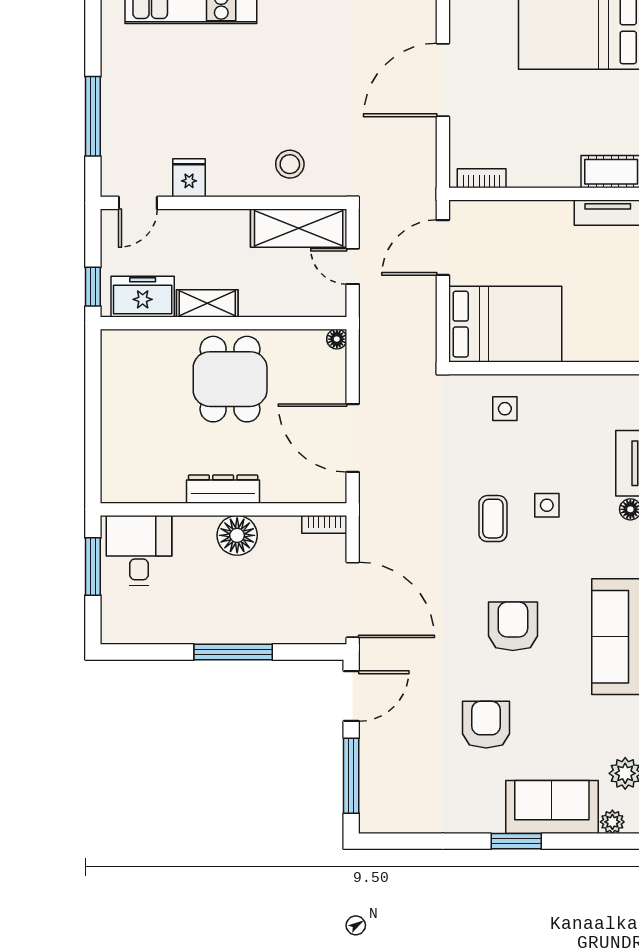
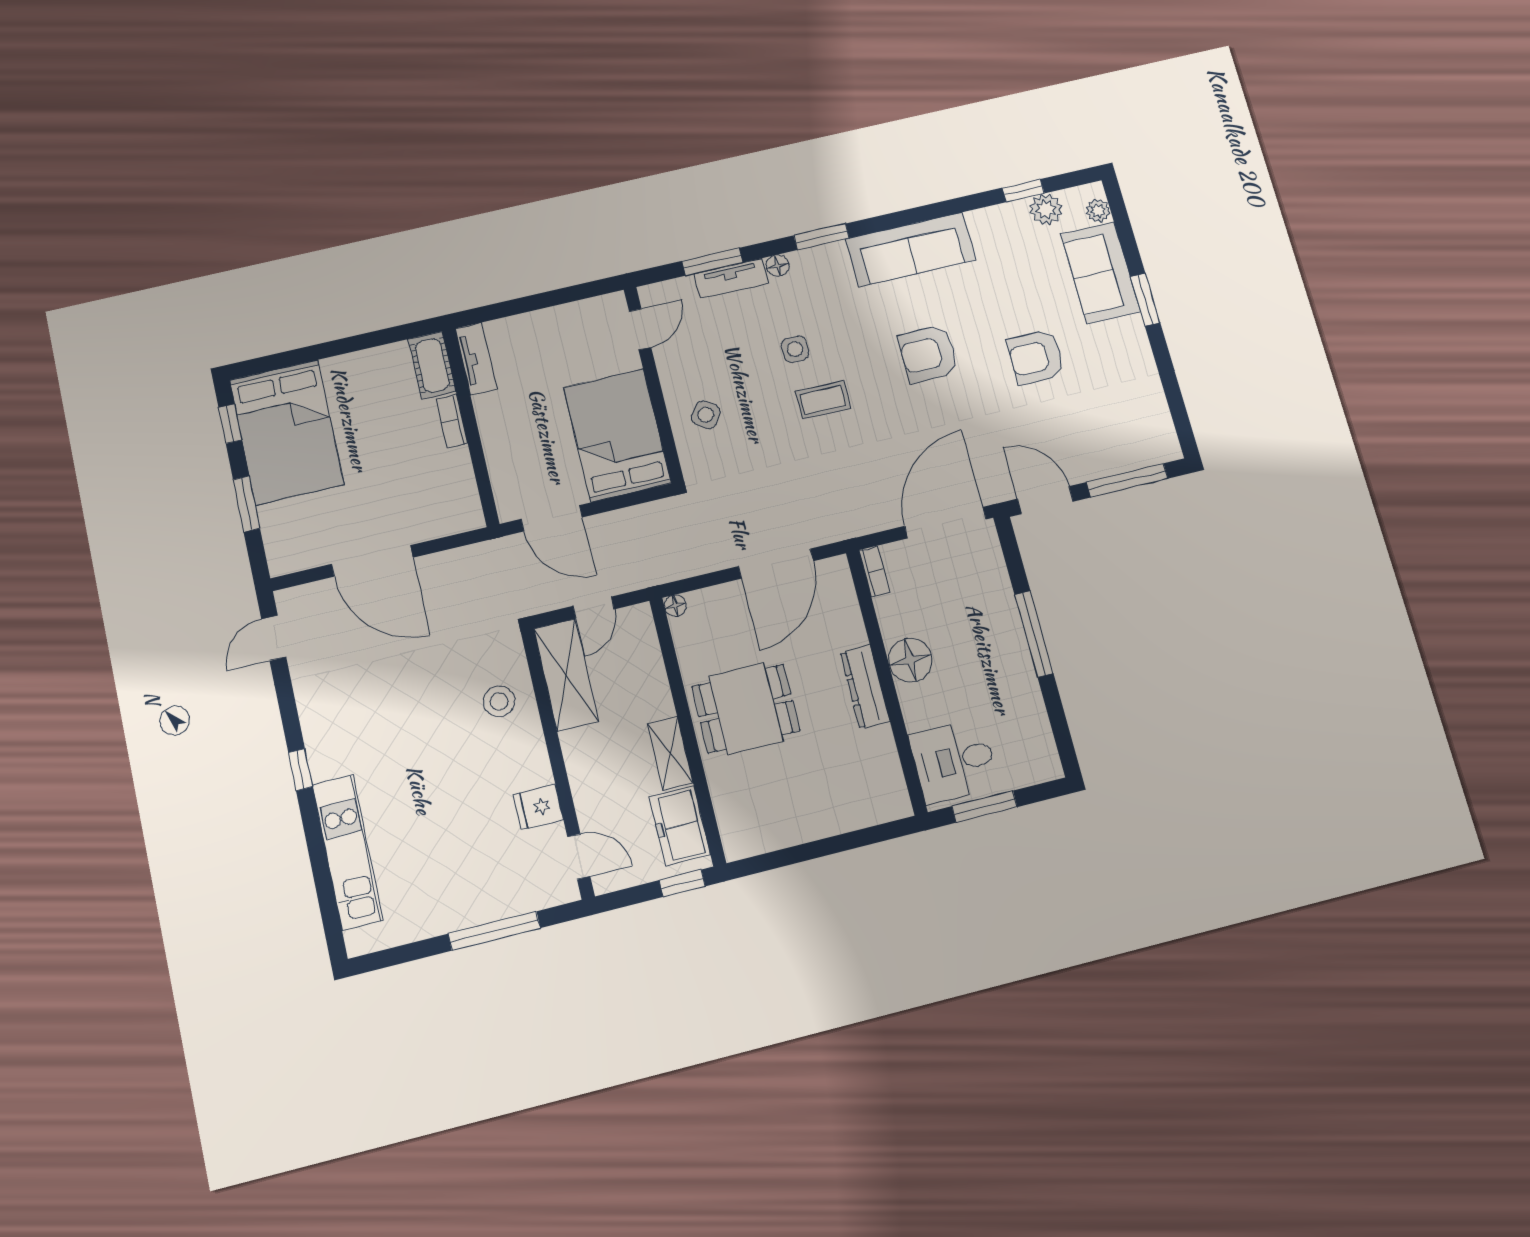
bookcase: (482, 178) -> (452, 421), moved
door: (600, 368) -> (640, 329), added
side table: (505, 409) -> (706, 415), turned 36

